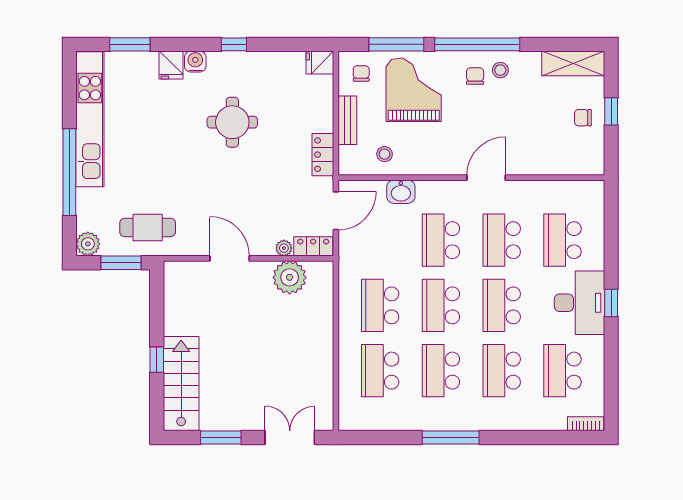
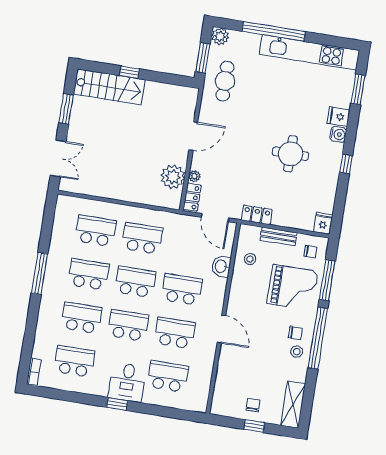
desk: (579, 303) -> (127, 382), width x0.73

